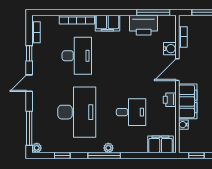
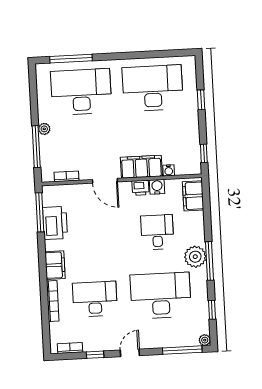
water cooler: (170, 49) -> (157, 187), moved
door: (29, 83) -> (130, 353), swing flipped
plant: (108, 148) -> (195, 257), width x1.87, depth x1.87

